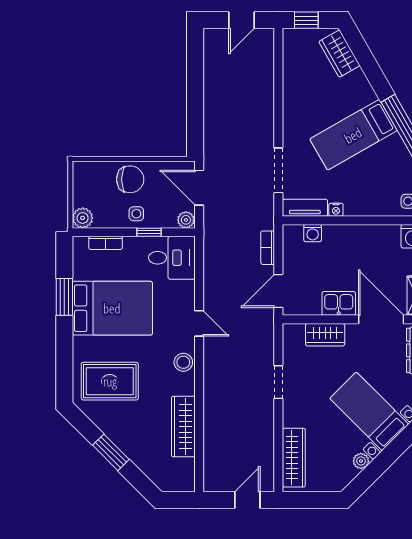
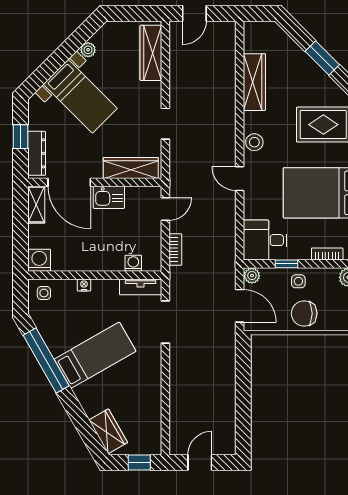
nightstand: (336, 210) -> (84, 285), moved
door: (278, 291) -> (165, 209), width x0.73
wardrobe: (325, 335) -> (131, 168), width x1.50

